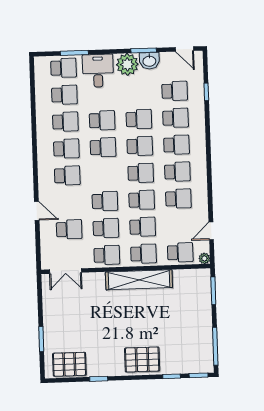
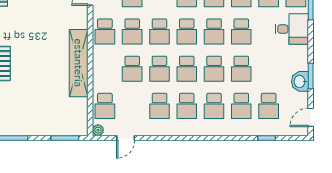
plant: (127, 64) -> (297, 59), removed
door: (211, 231) -> (126, 138), swing flipped
school desk: (144, 254) -> (187, 31), moved

